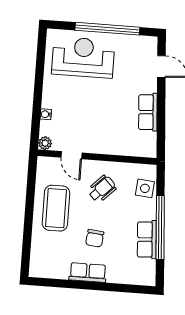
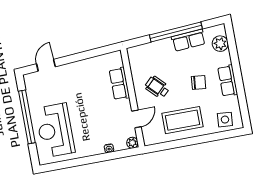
row of seats: (148, 112) -> (119, 84), moved, turned 94
side table: (145, 188) -> (225, 120), moved
plant: (133, 275) -> (220, 44), added

